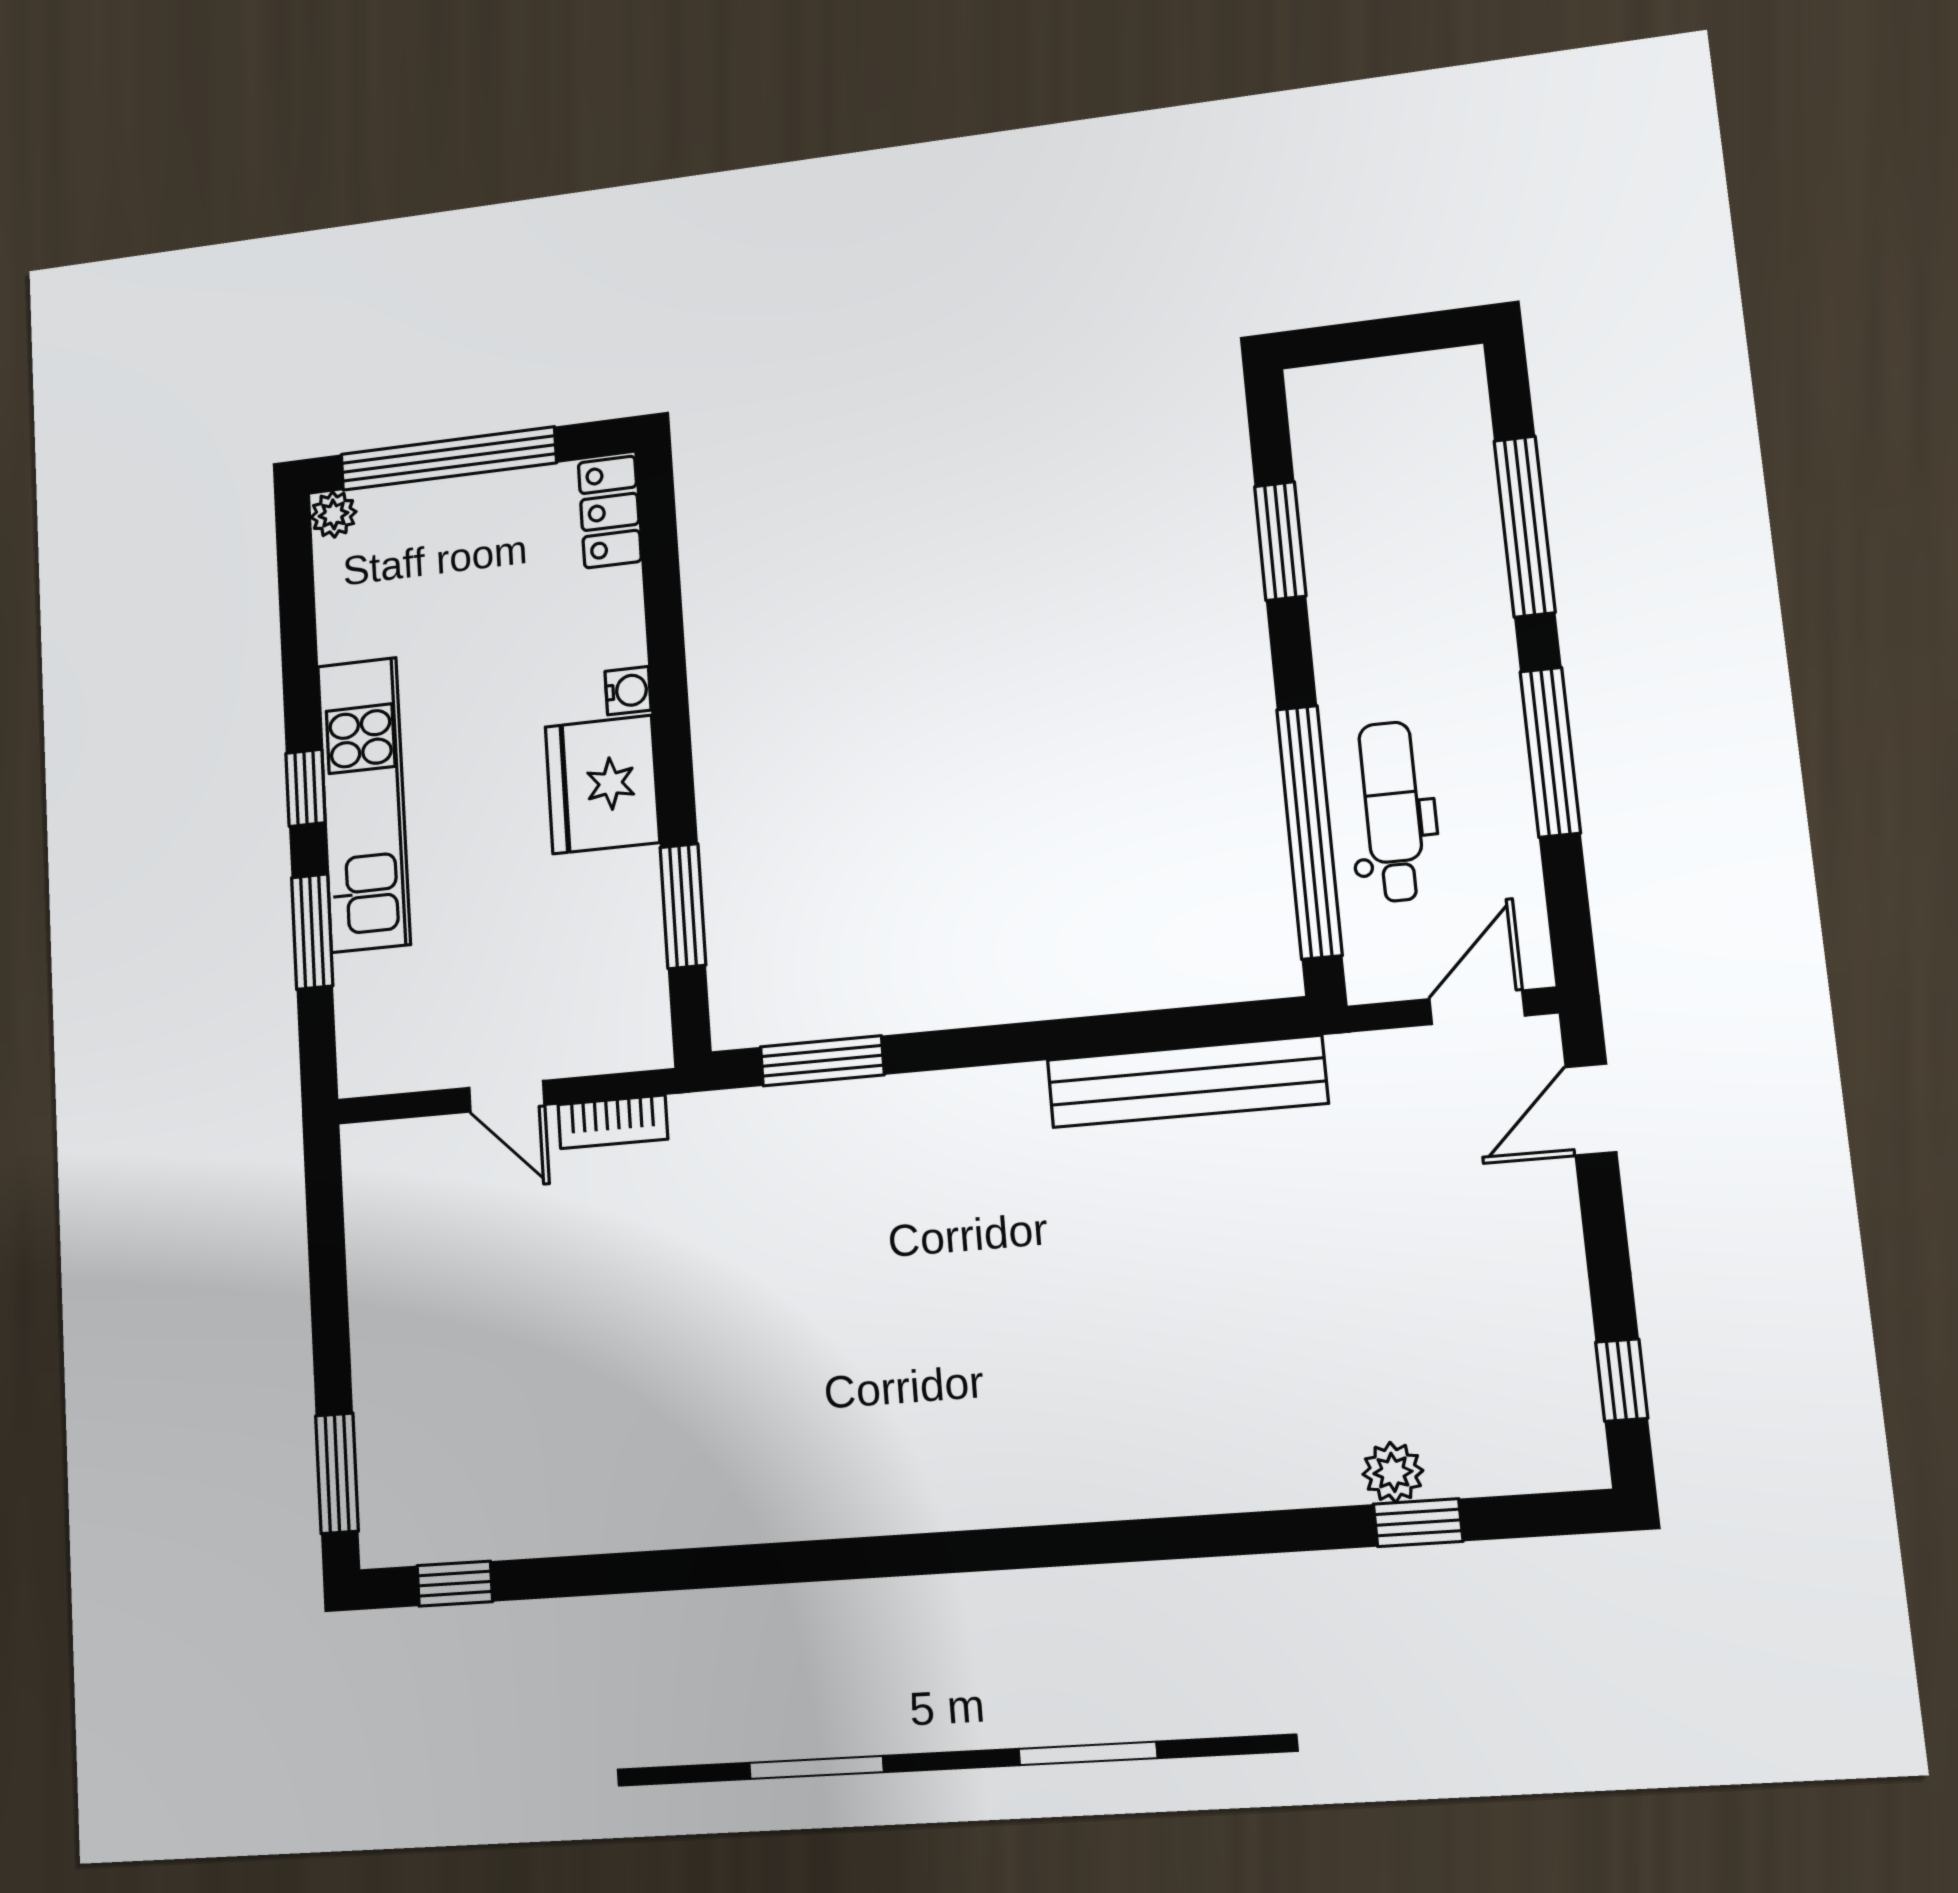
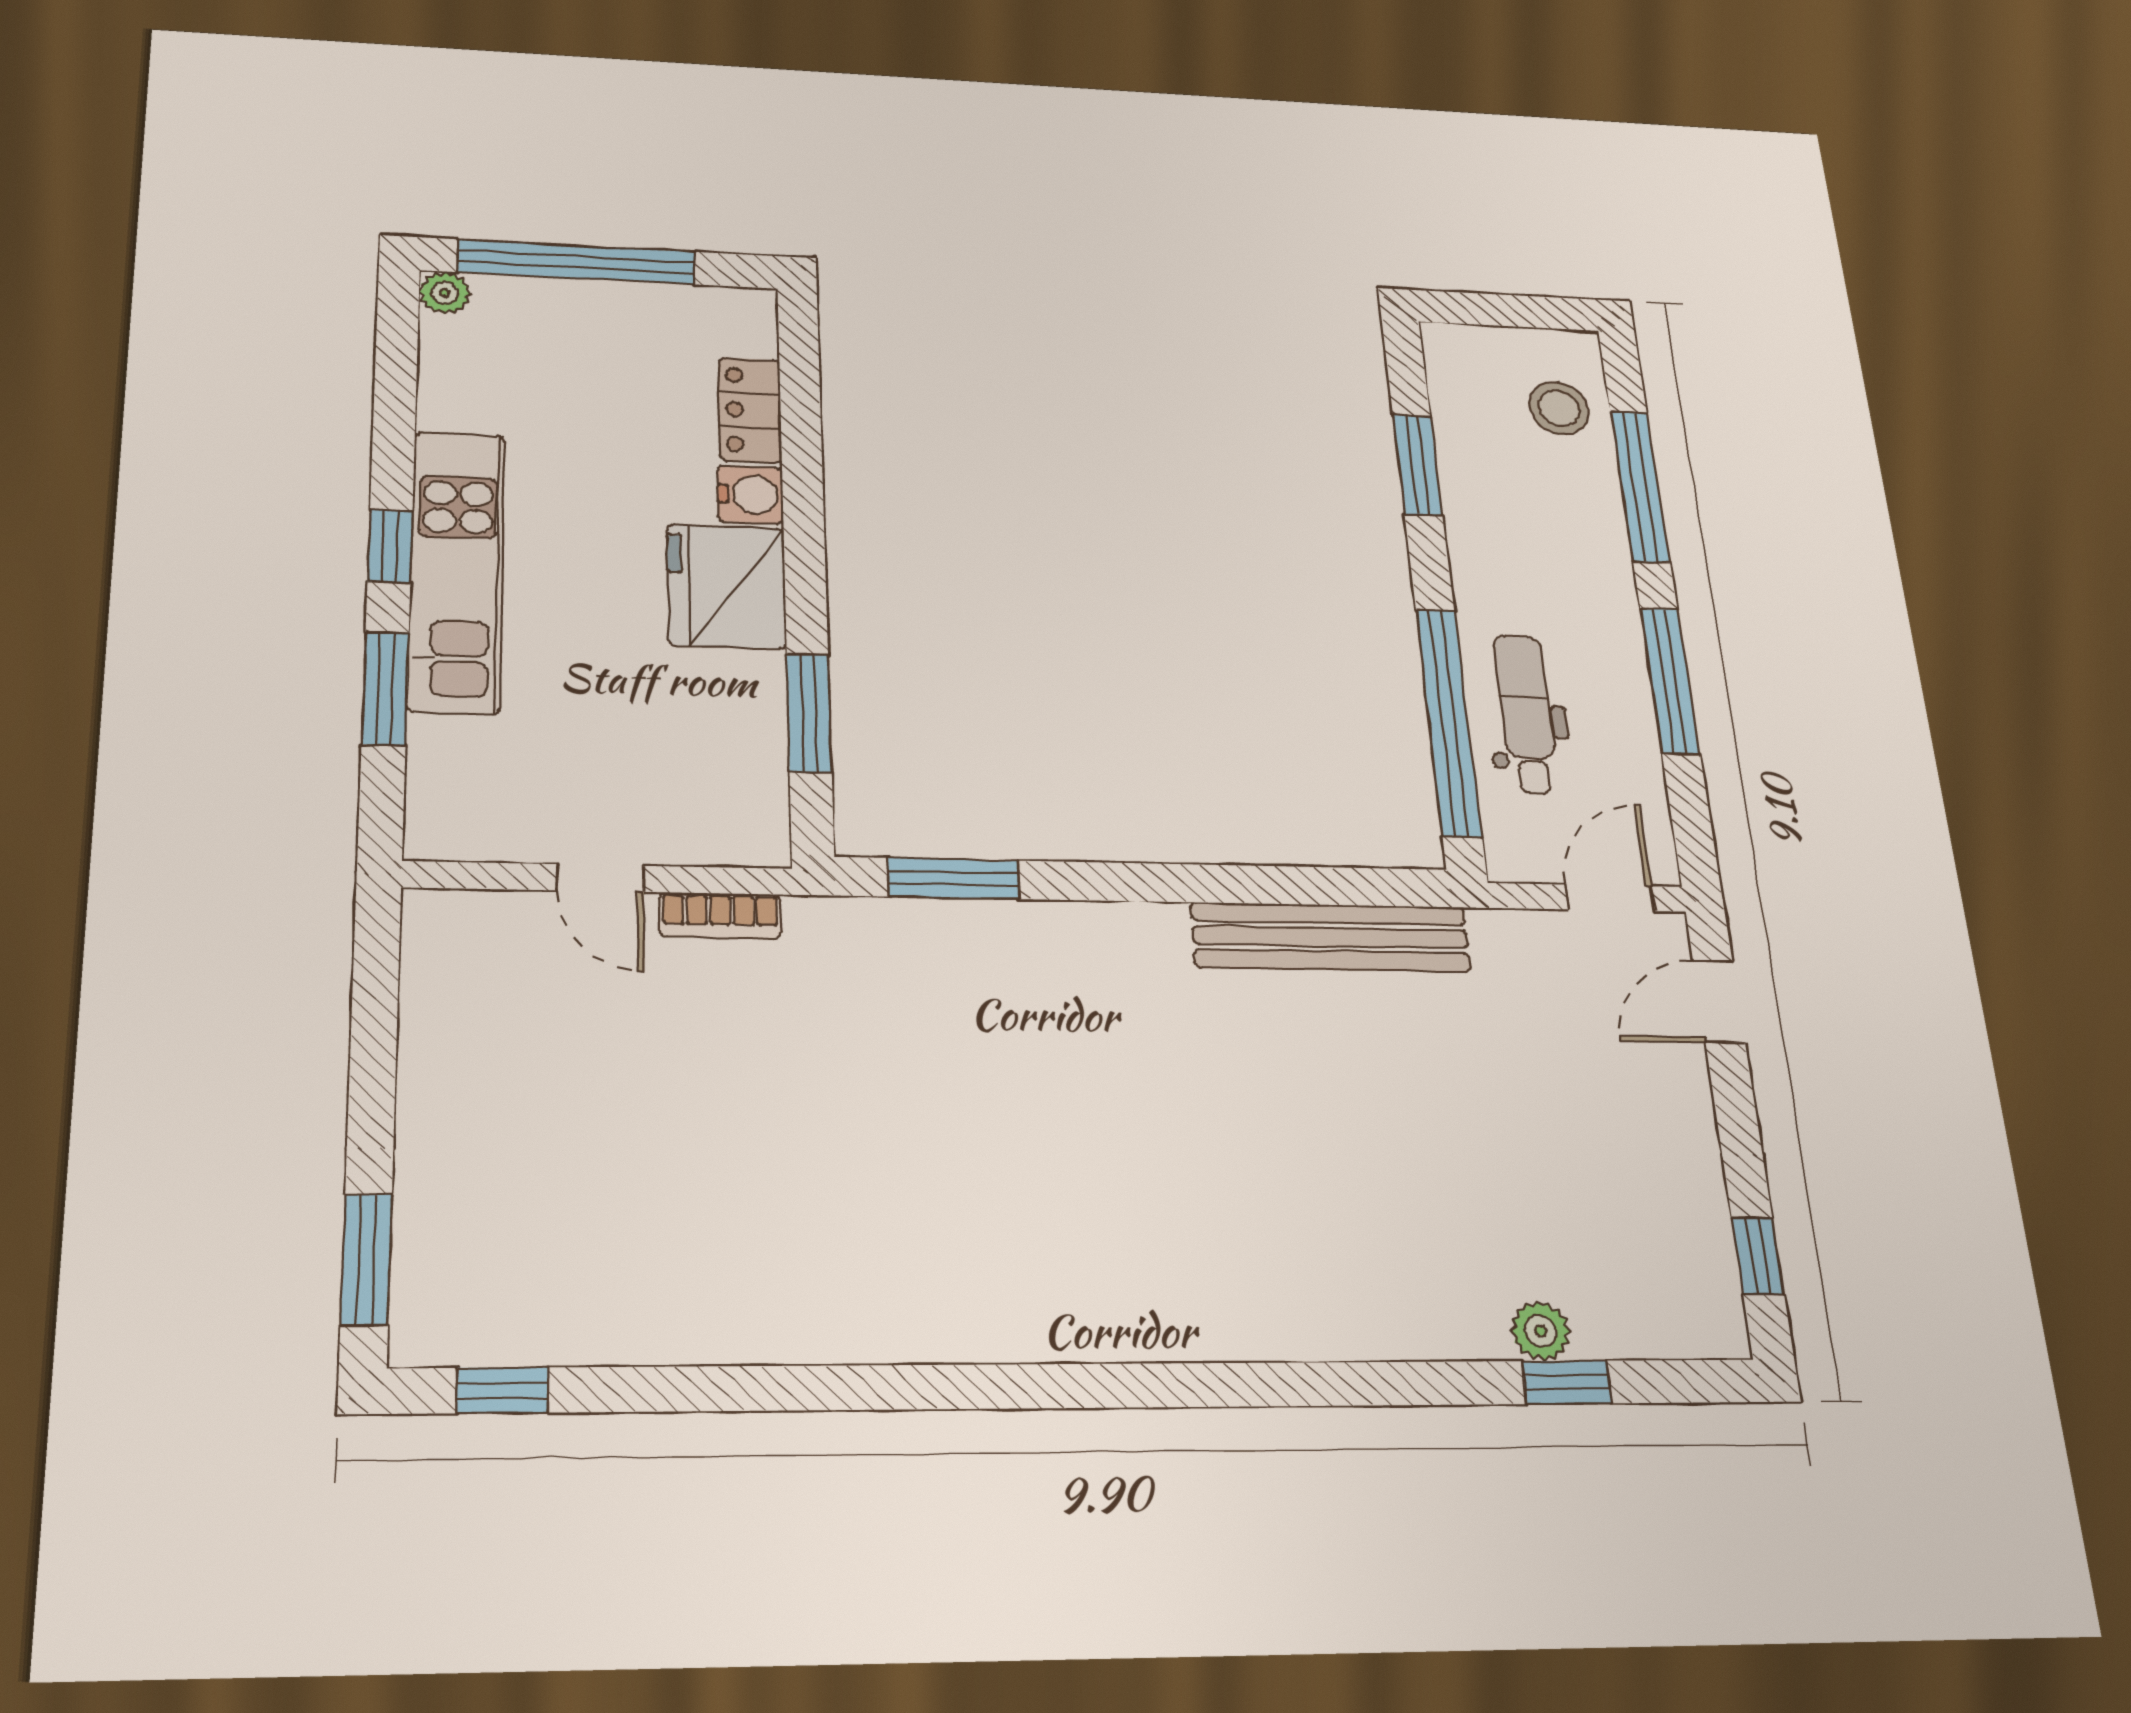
stool: (1436, 447) -> (1559, 408), added
locker: (610, 512) -> (750, 410), moved
water cooler: (628, 691) -> (750, 495), width x1.38, depth x1.38

